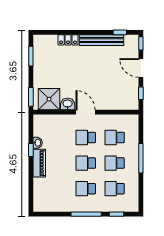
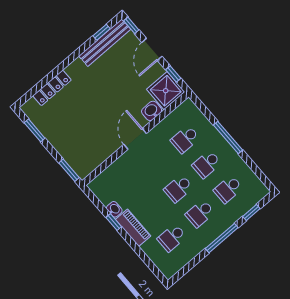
locker: (68, 40) -> (52, 88), width x1.53
bench: (101, 40) -> (105, 43), moved
door: (141, 68) -> (152, 49), hinge flipped
shower: (49, 99) -> (166, 91), moved
washbasin: (68, 104) -> (152, 111), moved
door: (86, 112) -> (135, 139), hinge flipped
school desk: (86, 138) -> (172, 238), moved

